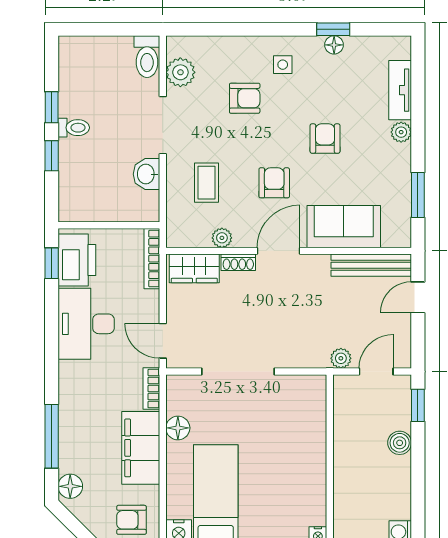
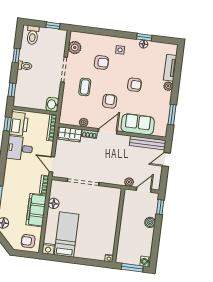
window: (125, 29) -> (53, 25), added
toilet: (147, 57) -> (33, 35), moved
armchair: (325, 139) -> (134, 85), turned 90
window: (52, 156) -> (12, 90), moved
washbasin: (147, 174) -> (52, 104), moved
coffee table: (206, 183) -> (85, 87), moved
desk: (86, 324) -> (20, 148), width x0.73

